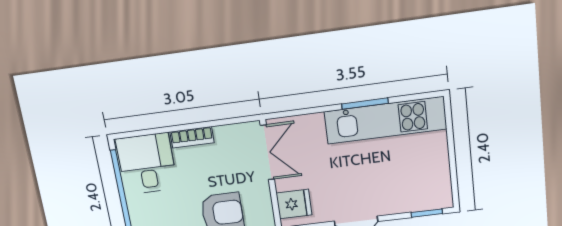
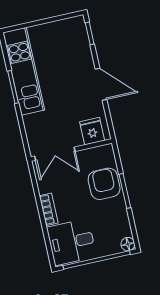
double door: (267, 152) -> (55, 154), swing flipped

